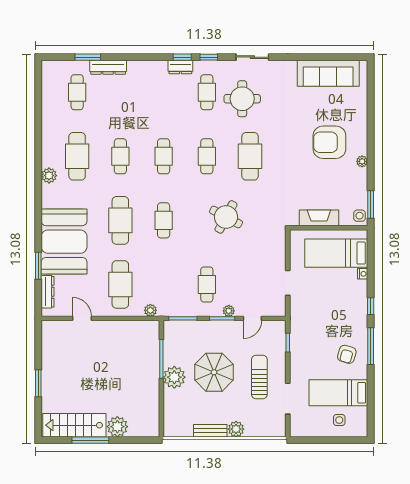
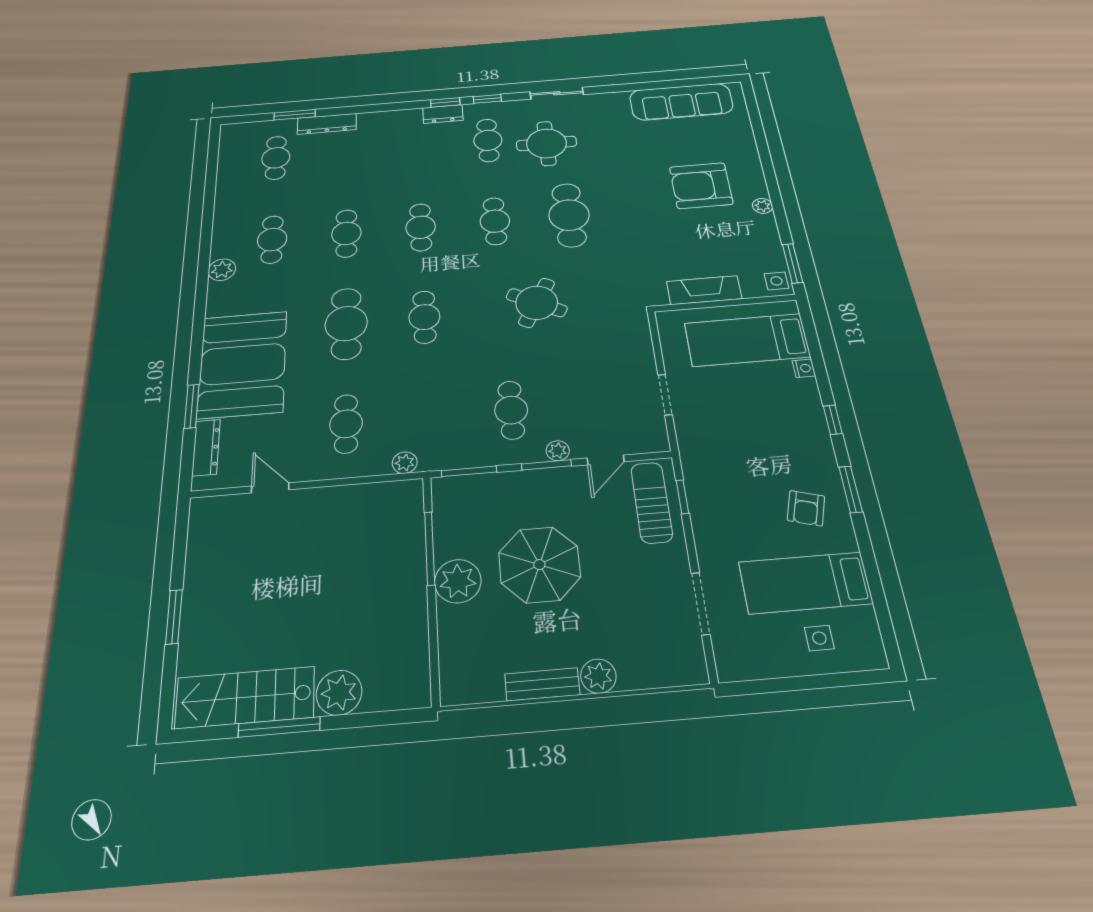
cafe table: (77, 156) -> (272, 240), width x0.73, depth x0.74
cafe table: (120, 284) -> (346, 424), width x0.73, depth x0.74
window: (371, 346) -> (851, 489), width x0.69
sun lounger: (259, 377) -> (652, 502), moved

